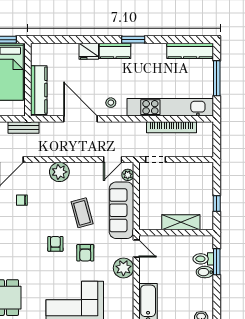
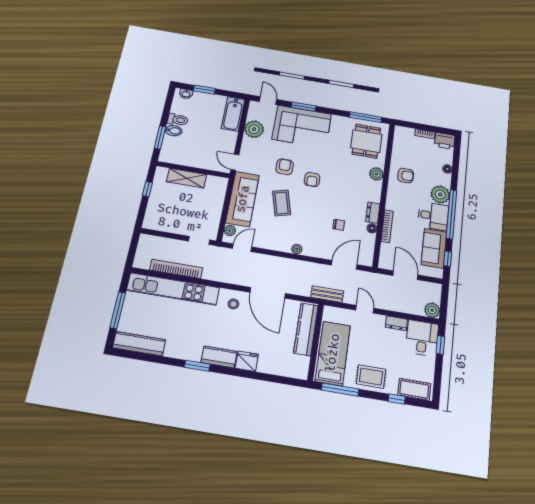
plant: (59, 172) -> (297, 249), width x0.53, depth x0.53
toilet: (203, 259) -> (178, 120), moved
plant: (123, 268) -> (254, 129), moved

